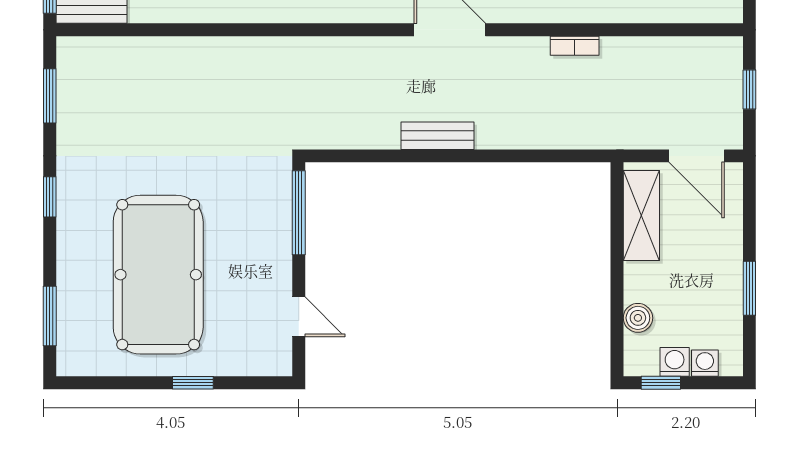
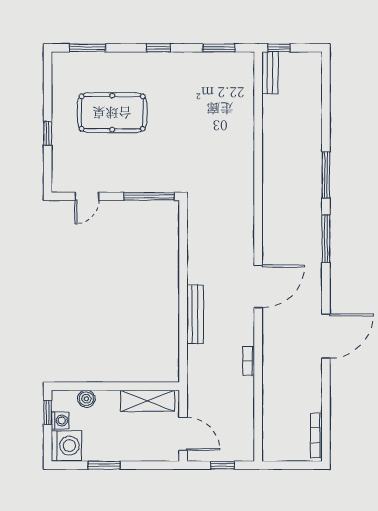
bench: (438, 136) -> (195, 314), moved, width x1.36
door: (697, 156) -> (183, 434), swing flipped
pool table: (158, 275) -> (112, 113), width x0.73, depth x0.76
washing machine: (705, 363) -> (66, 446), width x1.89, depth x1.89

